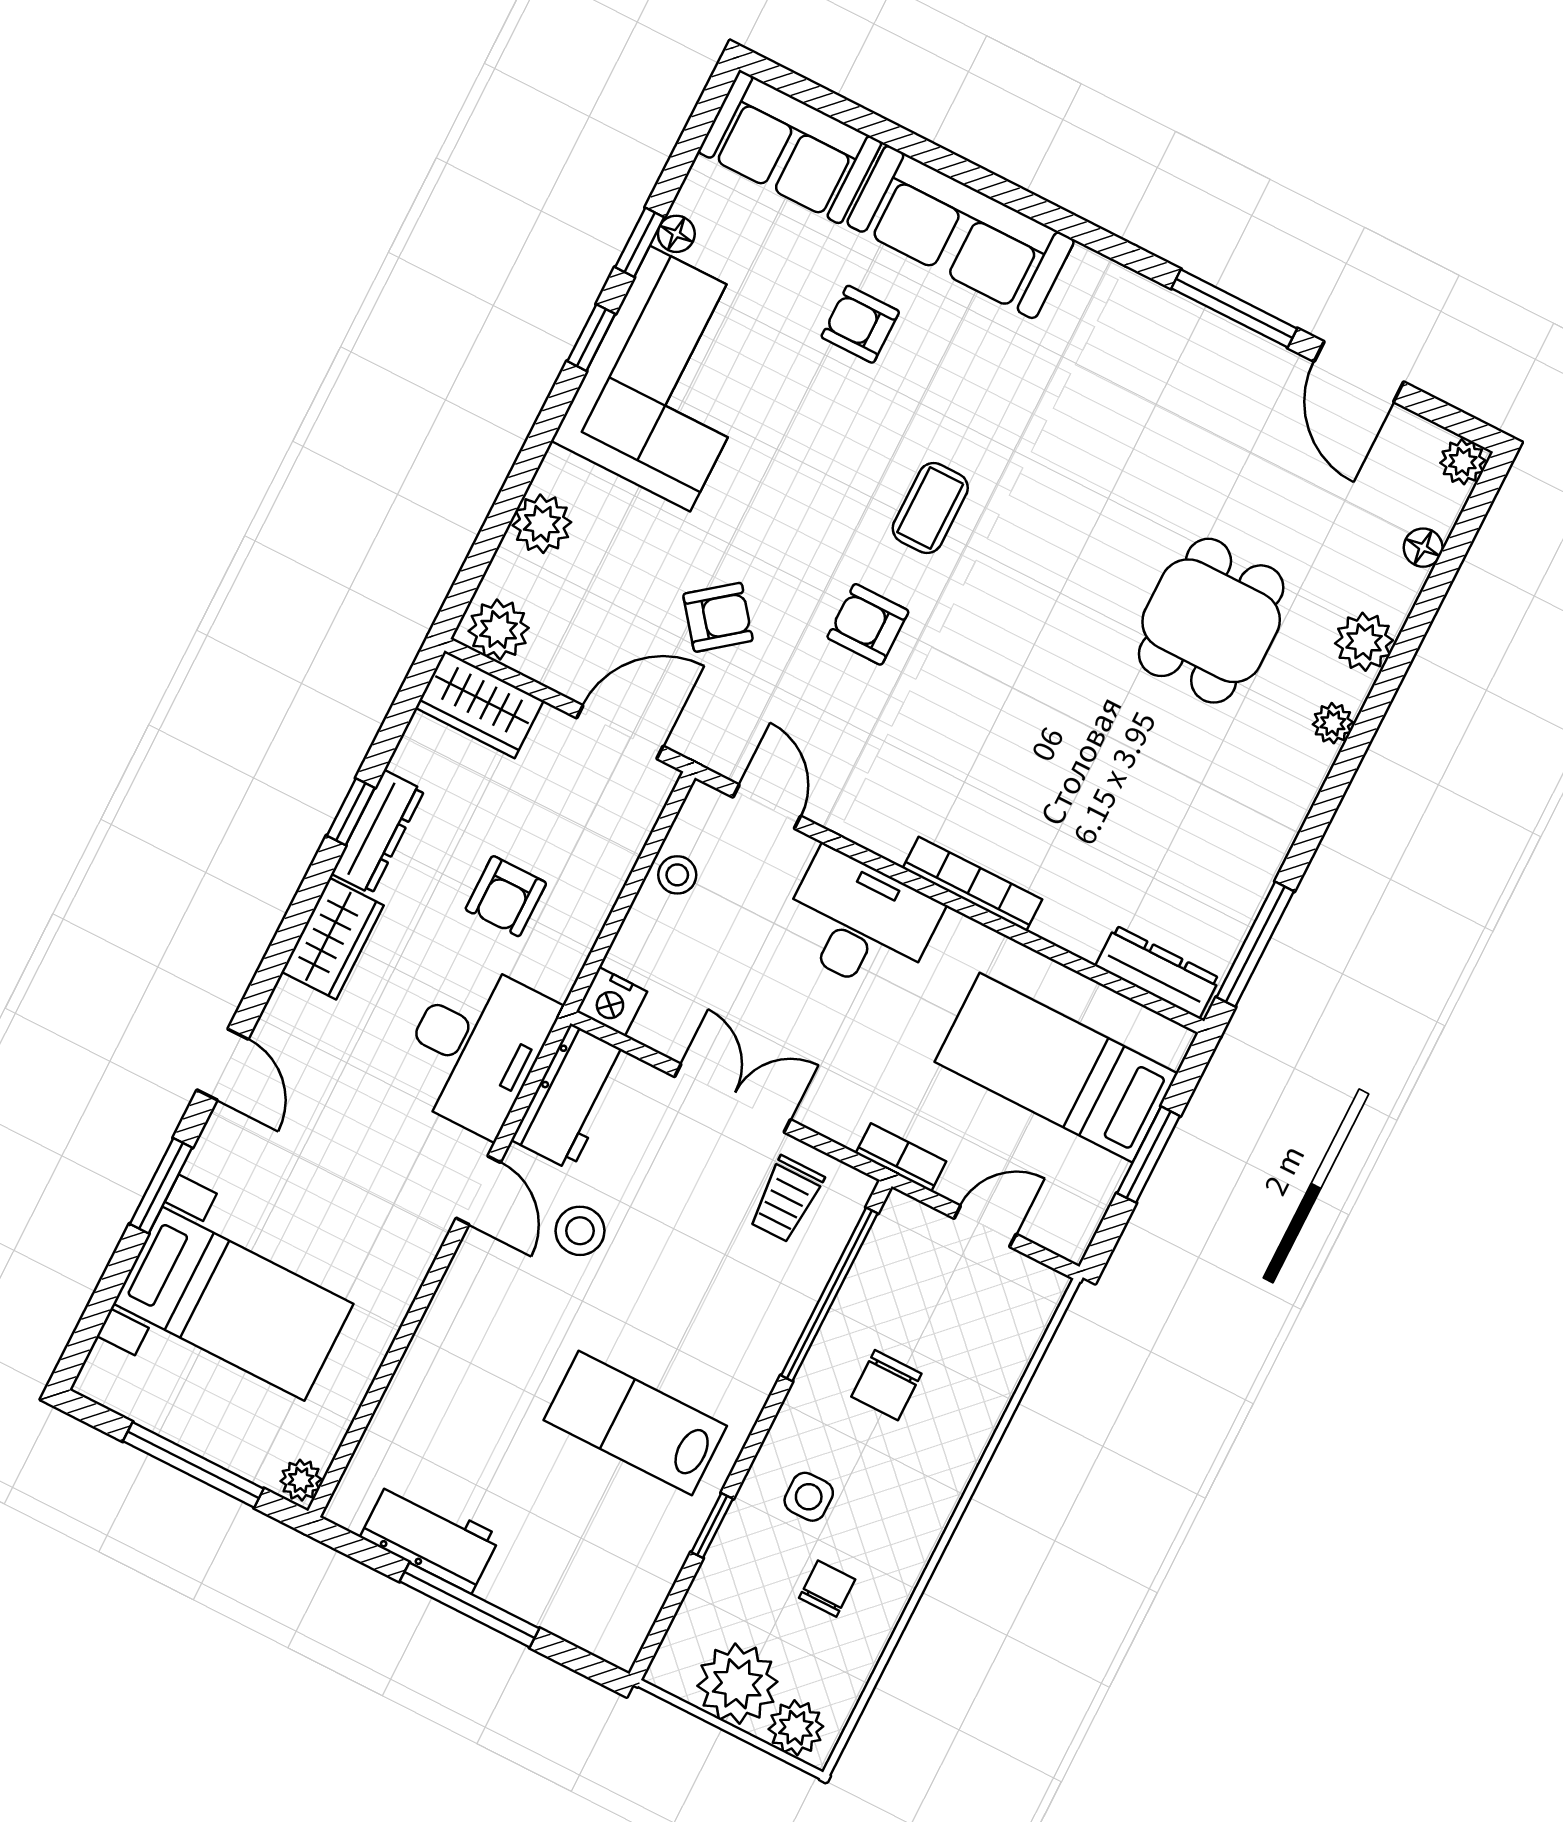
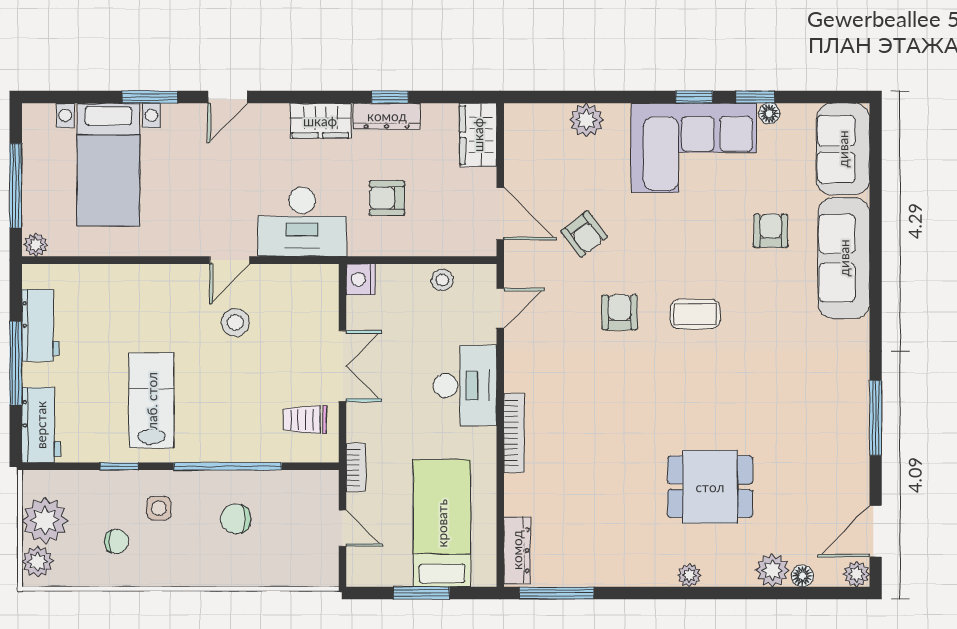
door: (1359, 372) -> (876, 531), moved
plant: (499, 630) -> (521, 125), removed
plant: (1364, 642) -> (772, 570), moved
workbench: (571, 1097) -> (41, 425), moved, turned -90
window: (829, 1294) -> (228, 466), moved

